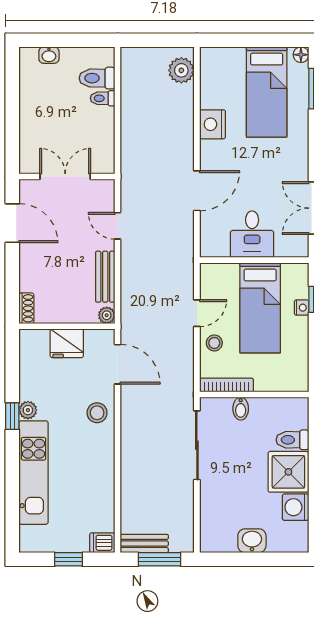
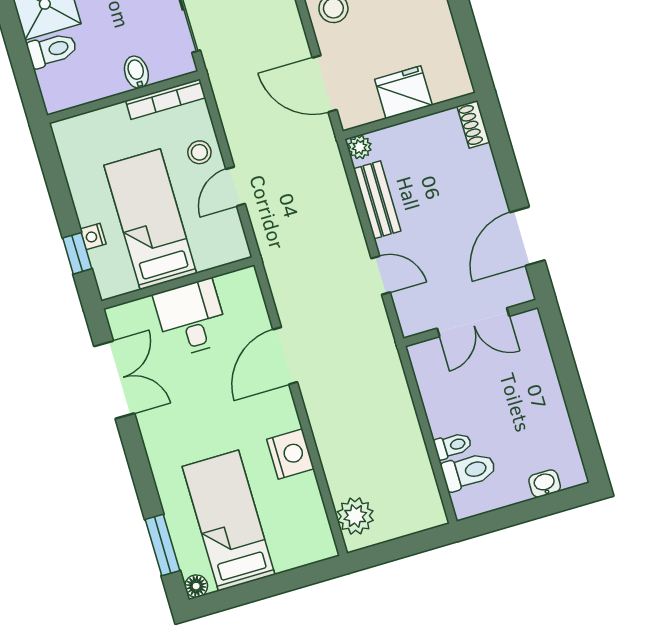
door: (12, 223) -> (527, 236), hinge flipped

